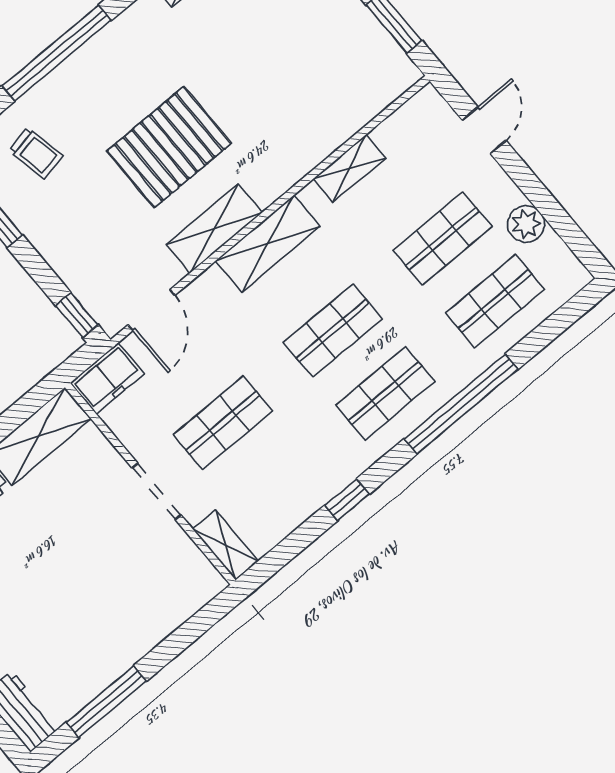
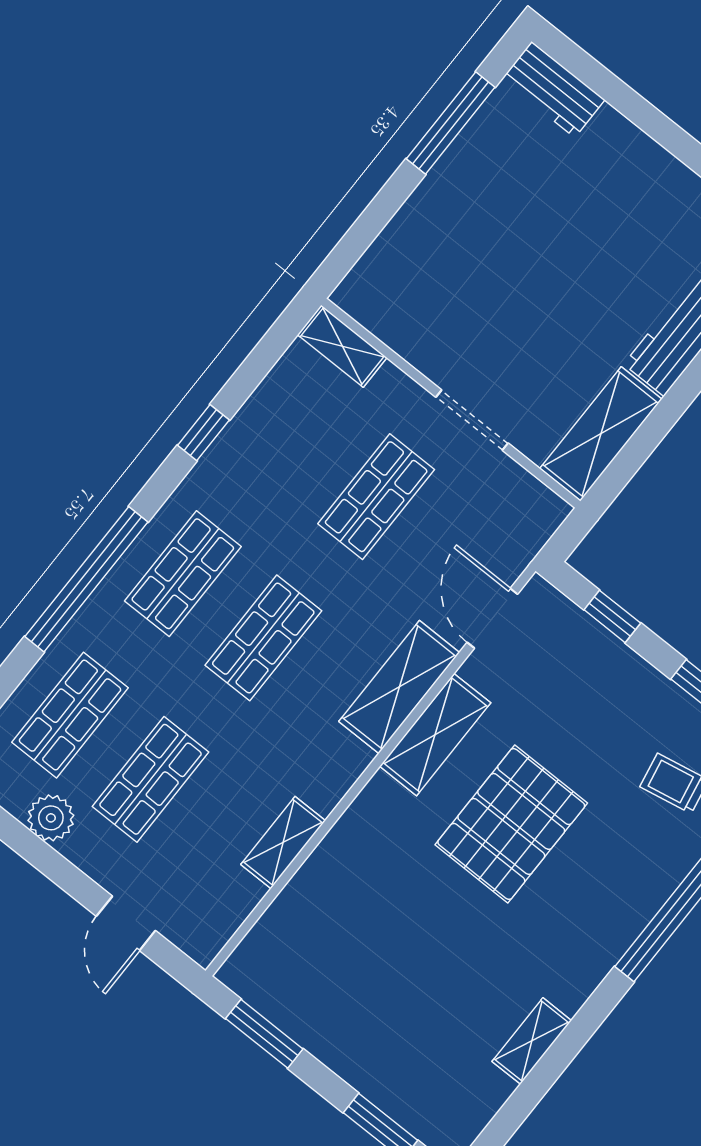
shelving: (268, 243) -> (399, 687), moved
window: (77, 315) -> (612, 616), moved
freezer: (107, 378) -> (530, 523), removed
doorway: (157, 491) -> (472, 420), moved

